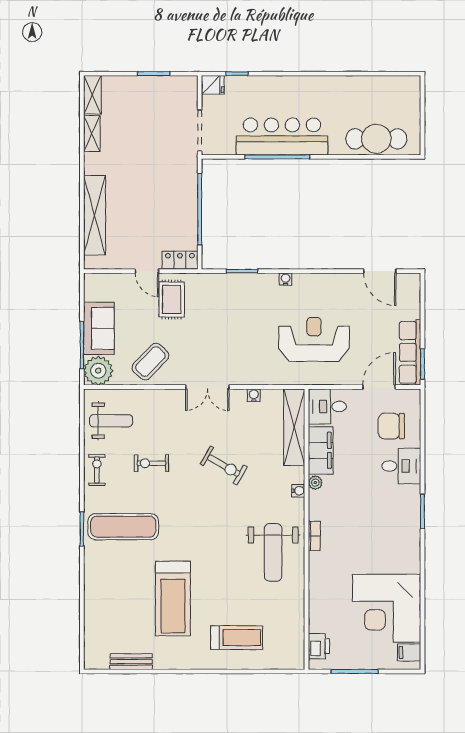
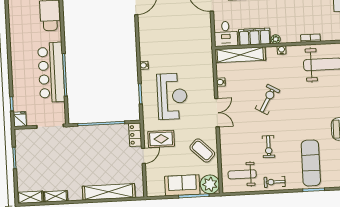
reception desk: (314, 339) -> (172, 96), moved, turned 180
weight bench: (111, 421) -> (242, 174), turned -90

